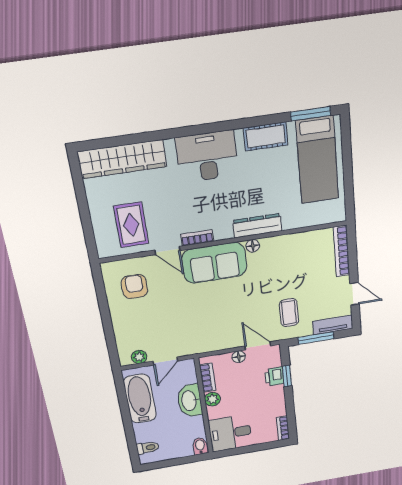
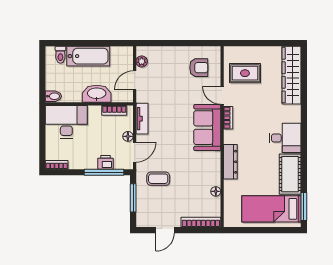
cot: (266, 136) -> (290, 174), width x1.37, depth x1.34
desk: (207, 156) -> (285, 138), width x0.73
floor lamp: (253, 246) -> (216, 191), moved
door: (167, 250) -> (222, 95), hinge flipped
tv unit: (333, 325) -> (142, 119), moved
door: (165, 361) -> (135, 80), hinge flipped
window: (287, 376) -> (104, 172), width x2.17
bathtub: (140, 399) -> (88, 56), moved
plant: (212, 399) -> (95, 112), removed
desk: (230, 433) -> (66, 122), width x1.37

